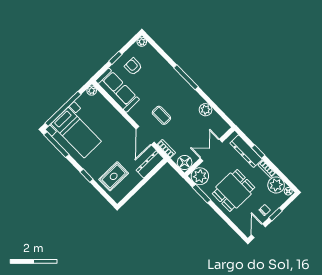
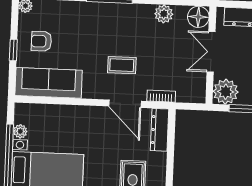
plant: (92, 91) -> (20, 131), moved
floor lamp: (185, 163) -> (198, 17), moved

